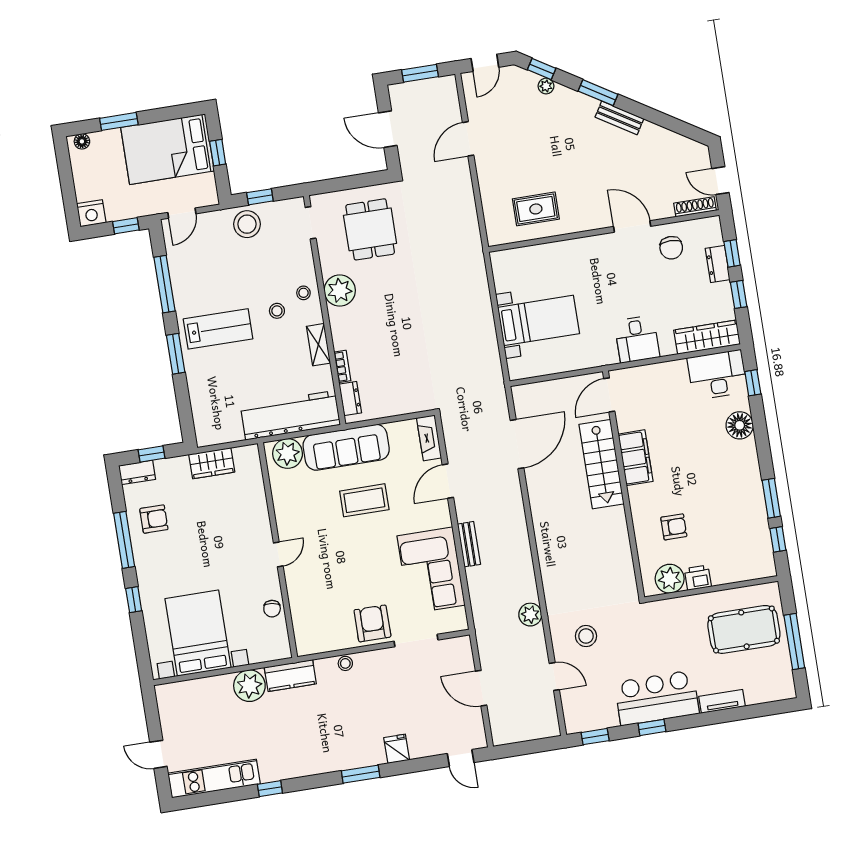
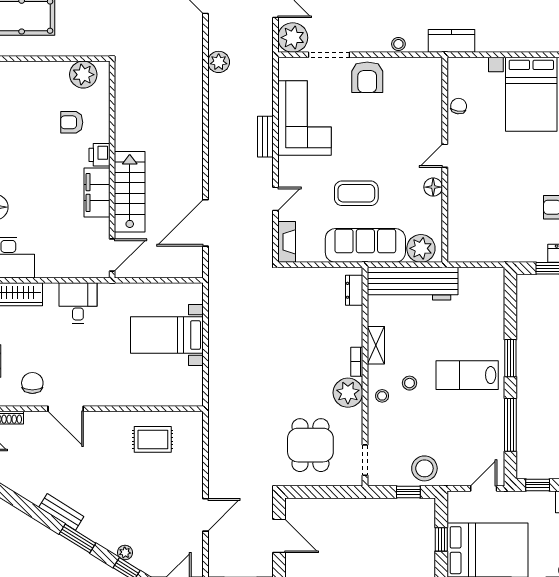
bookcase: (342, 366) -> (357, 362), moved
wardrobe: (212, 463) -> (493, 251), removed
door: (448, 481) -> (275, 199), width x0.73
floor lamp: (285, 520) -> (433, 187), added
printer: (698, 578) -> (99, 155), moved, turned 90
stool: (586, 636) -> (170, 34), removed
plant: (249, 686) -> (293, 38), moved

